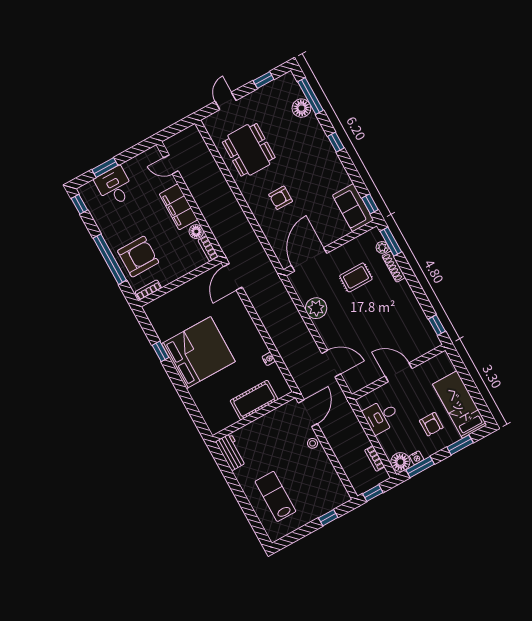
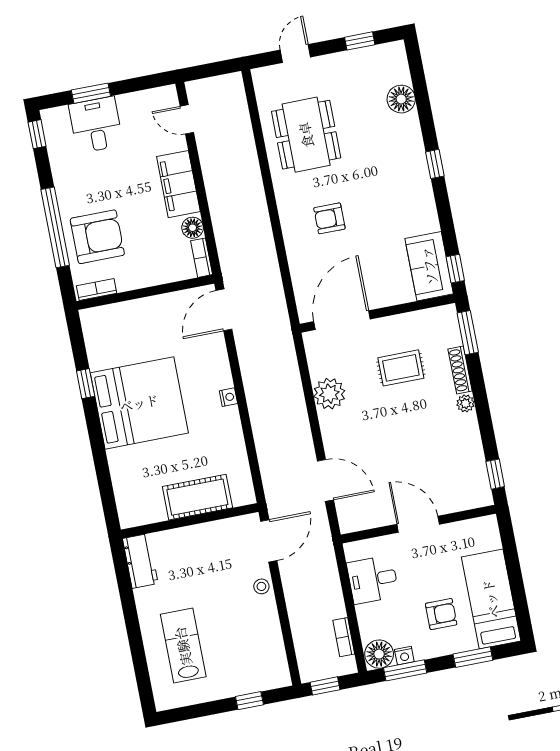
window: (310, 96) -> (420, 86), removed
plant: (382, 247) -> (465, 403), moved
nightstand: (269, 359) -> (228, 397), moved
armchair: (431, 424) -> (441, 614), turned -90

